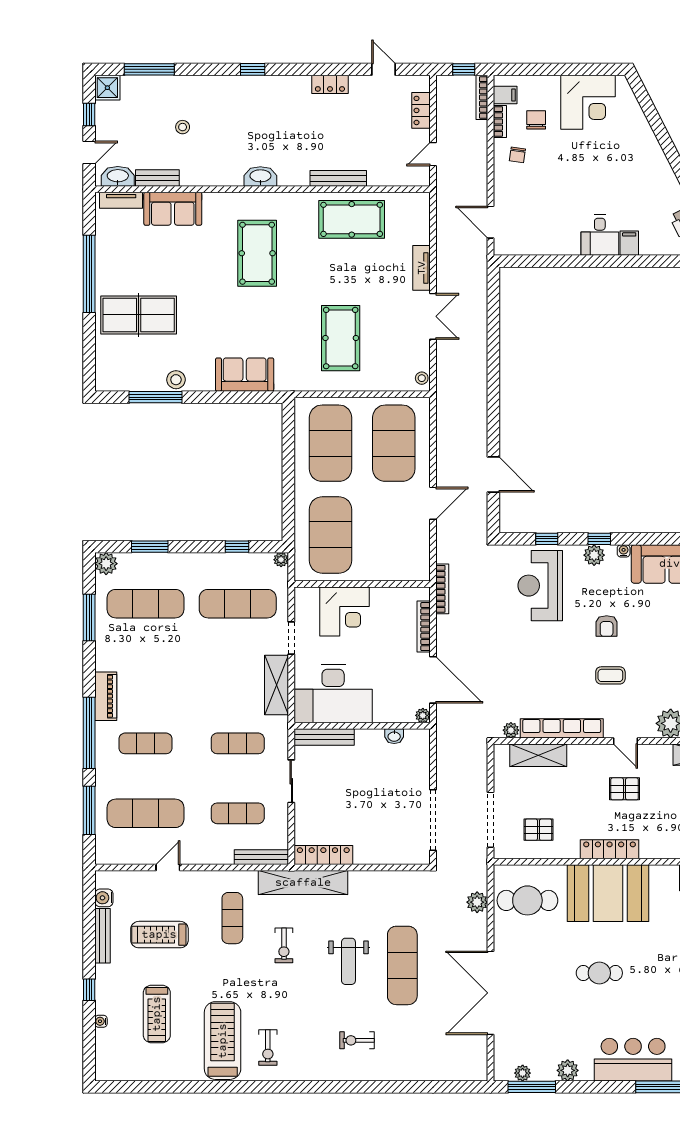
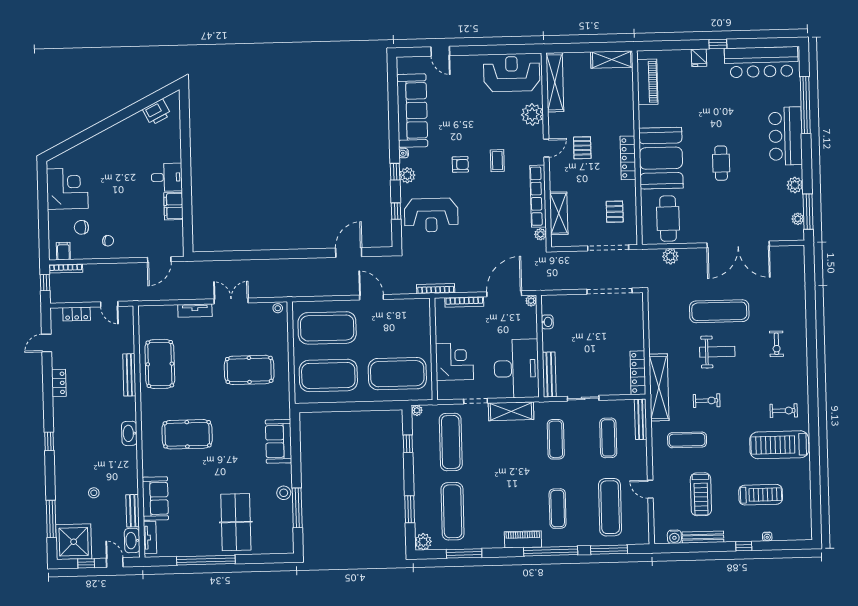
shower: (107, 88) -> (74, 542), width x1.86, depth x1.86
bookcase: (500, 121) -> (83, 255), removed
filing cabinet: (629, 243) -> (173, 206), moved, width x2.00

